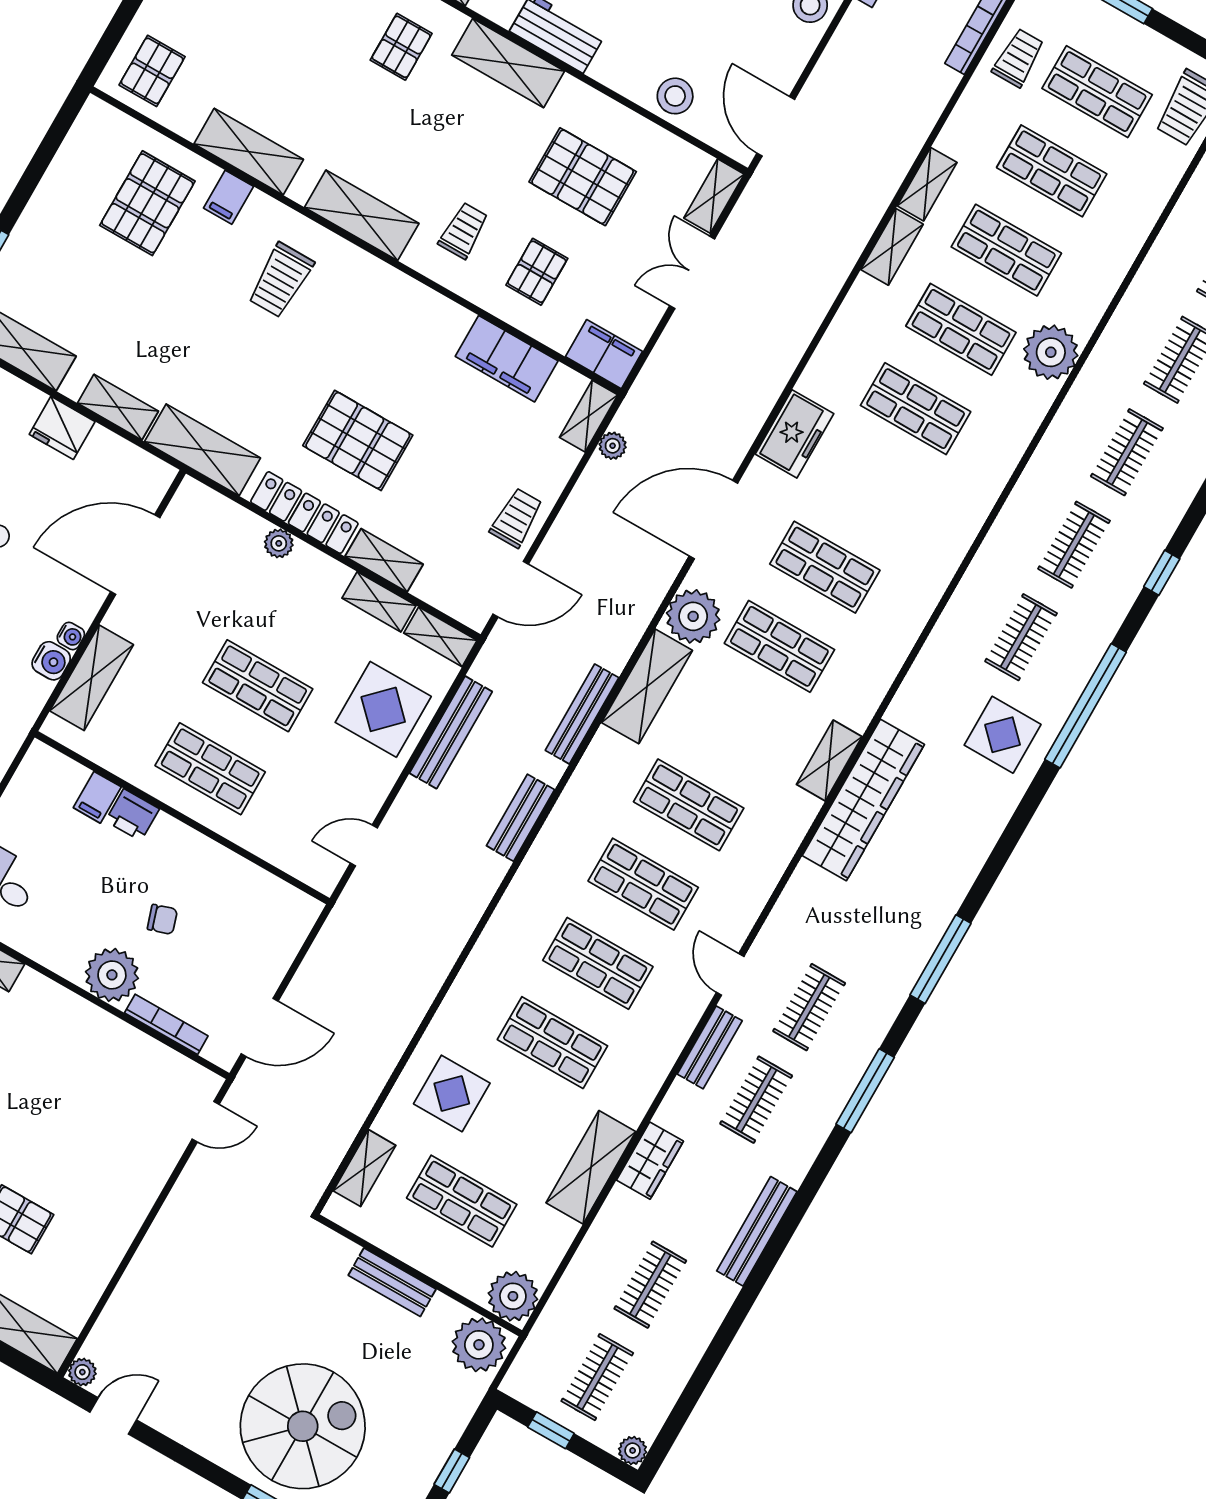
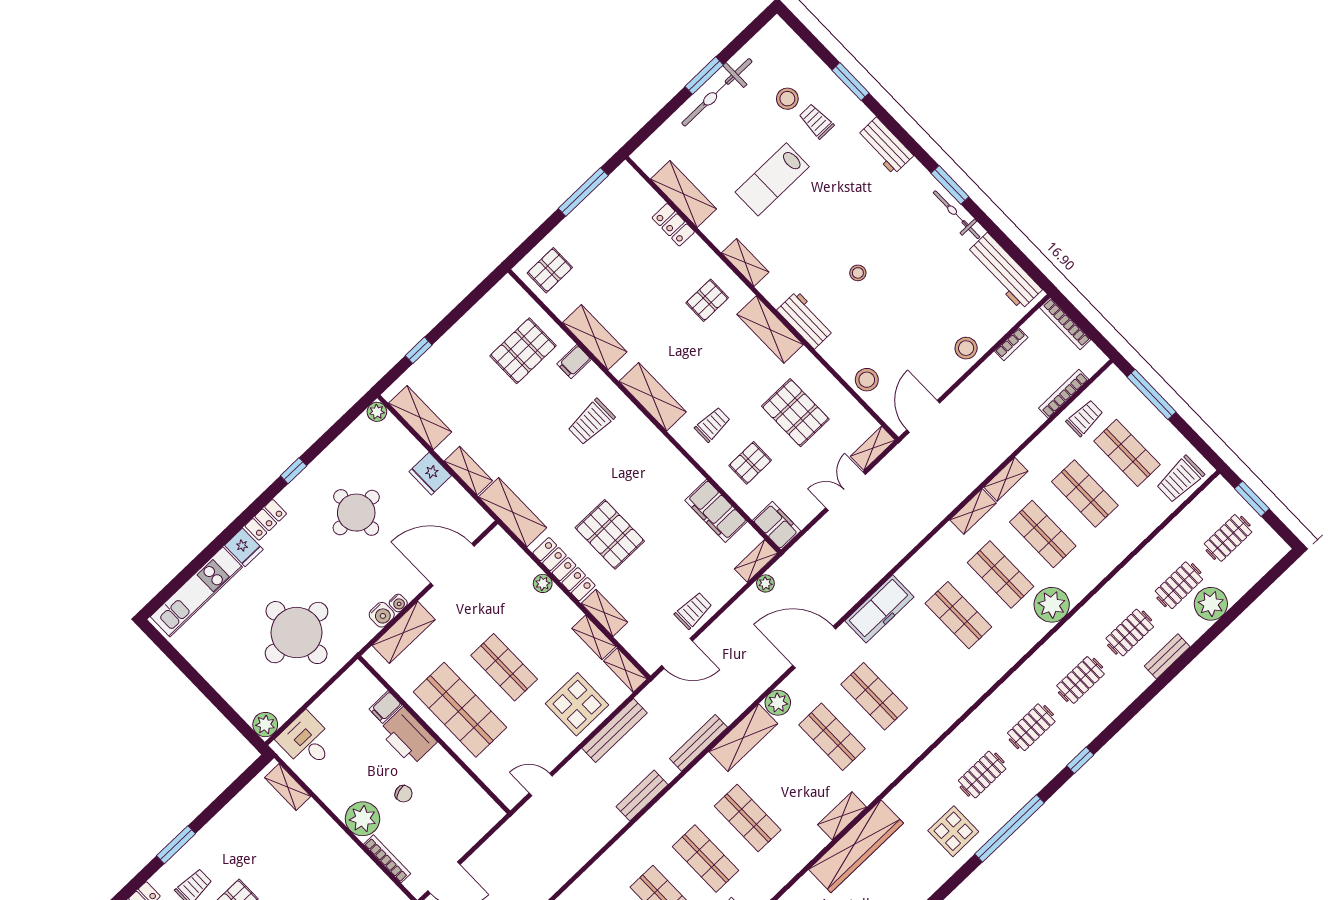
freezer: (794, 434) -> (879, 609), width x1.40
plant: (693, 616) -> (778, 703), width x0.73, depth x0.73
shop shelf: (210, 769) -> (460, 710), width x1.43, depth x1.36
printer: (132, 815) -> (408, 736), width x1.87, depth x1.48

